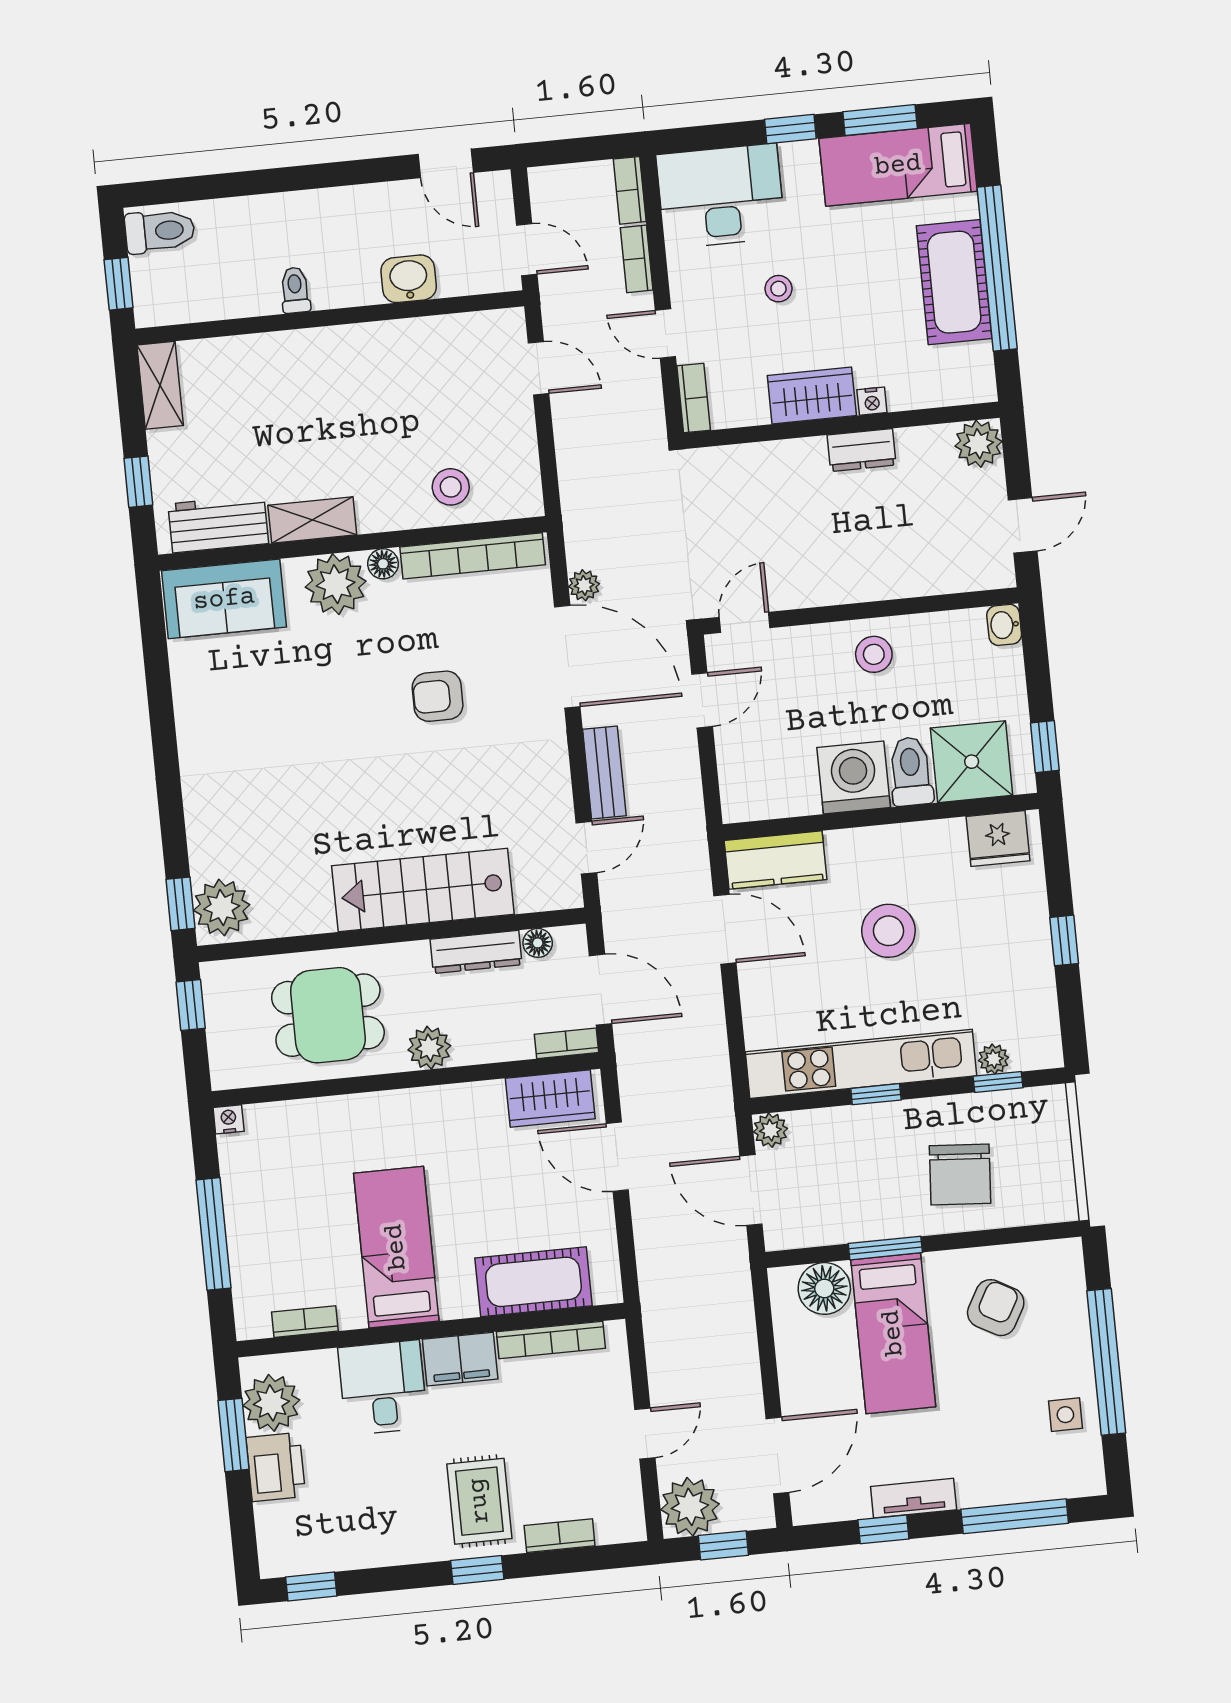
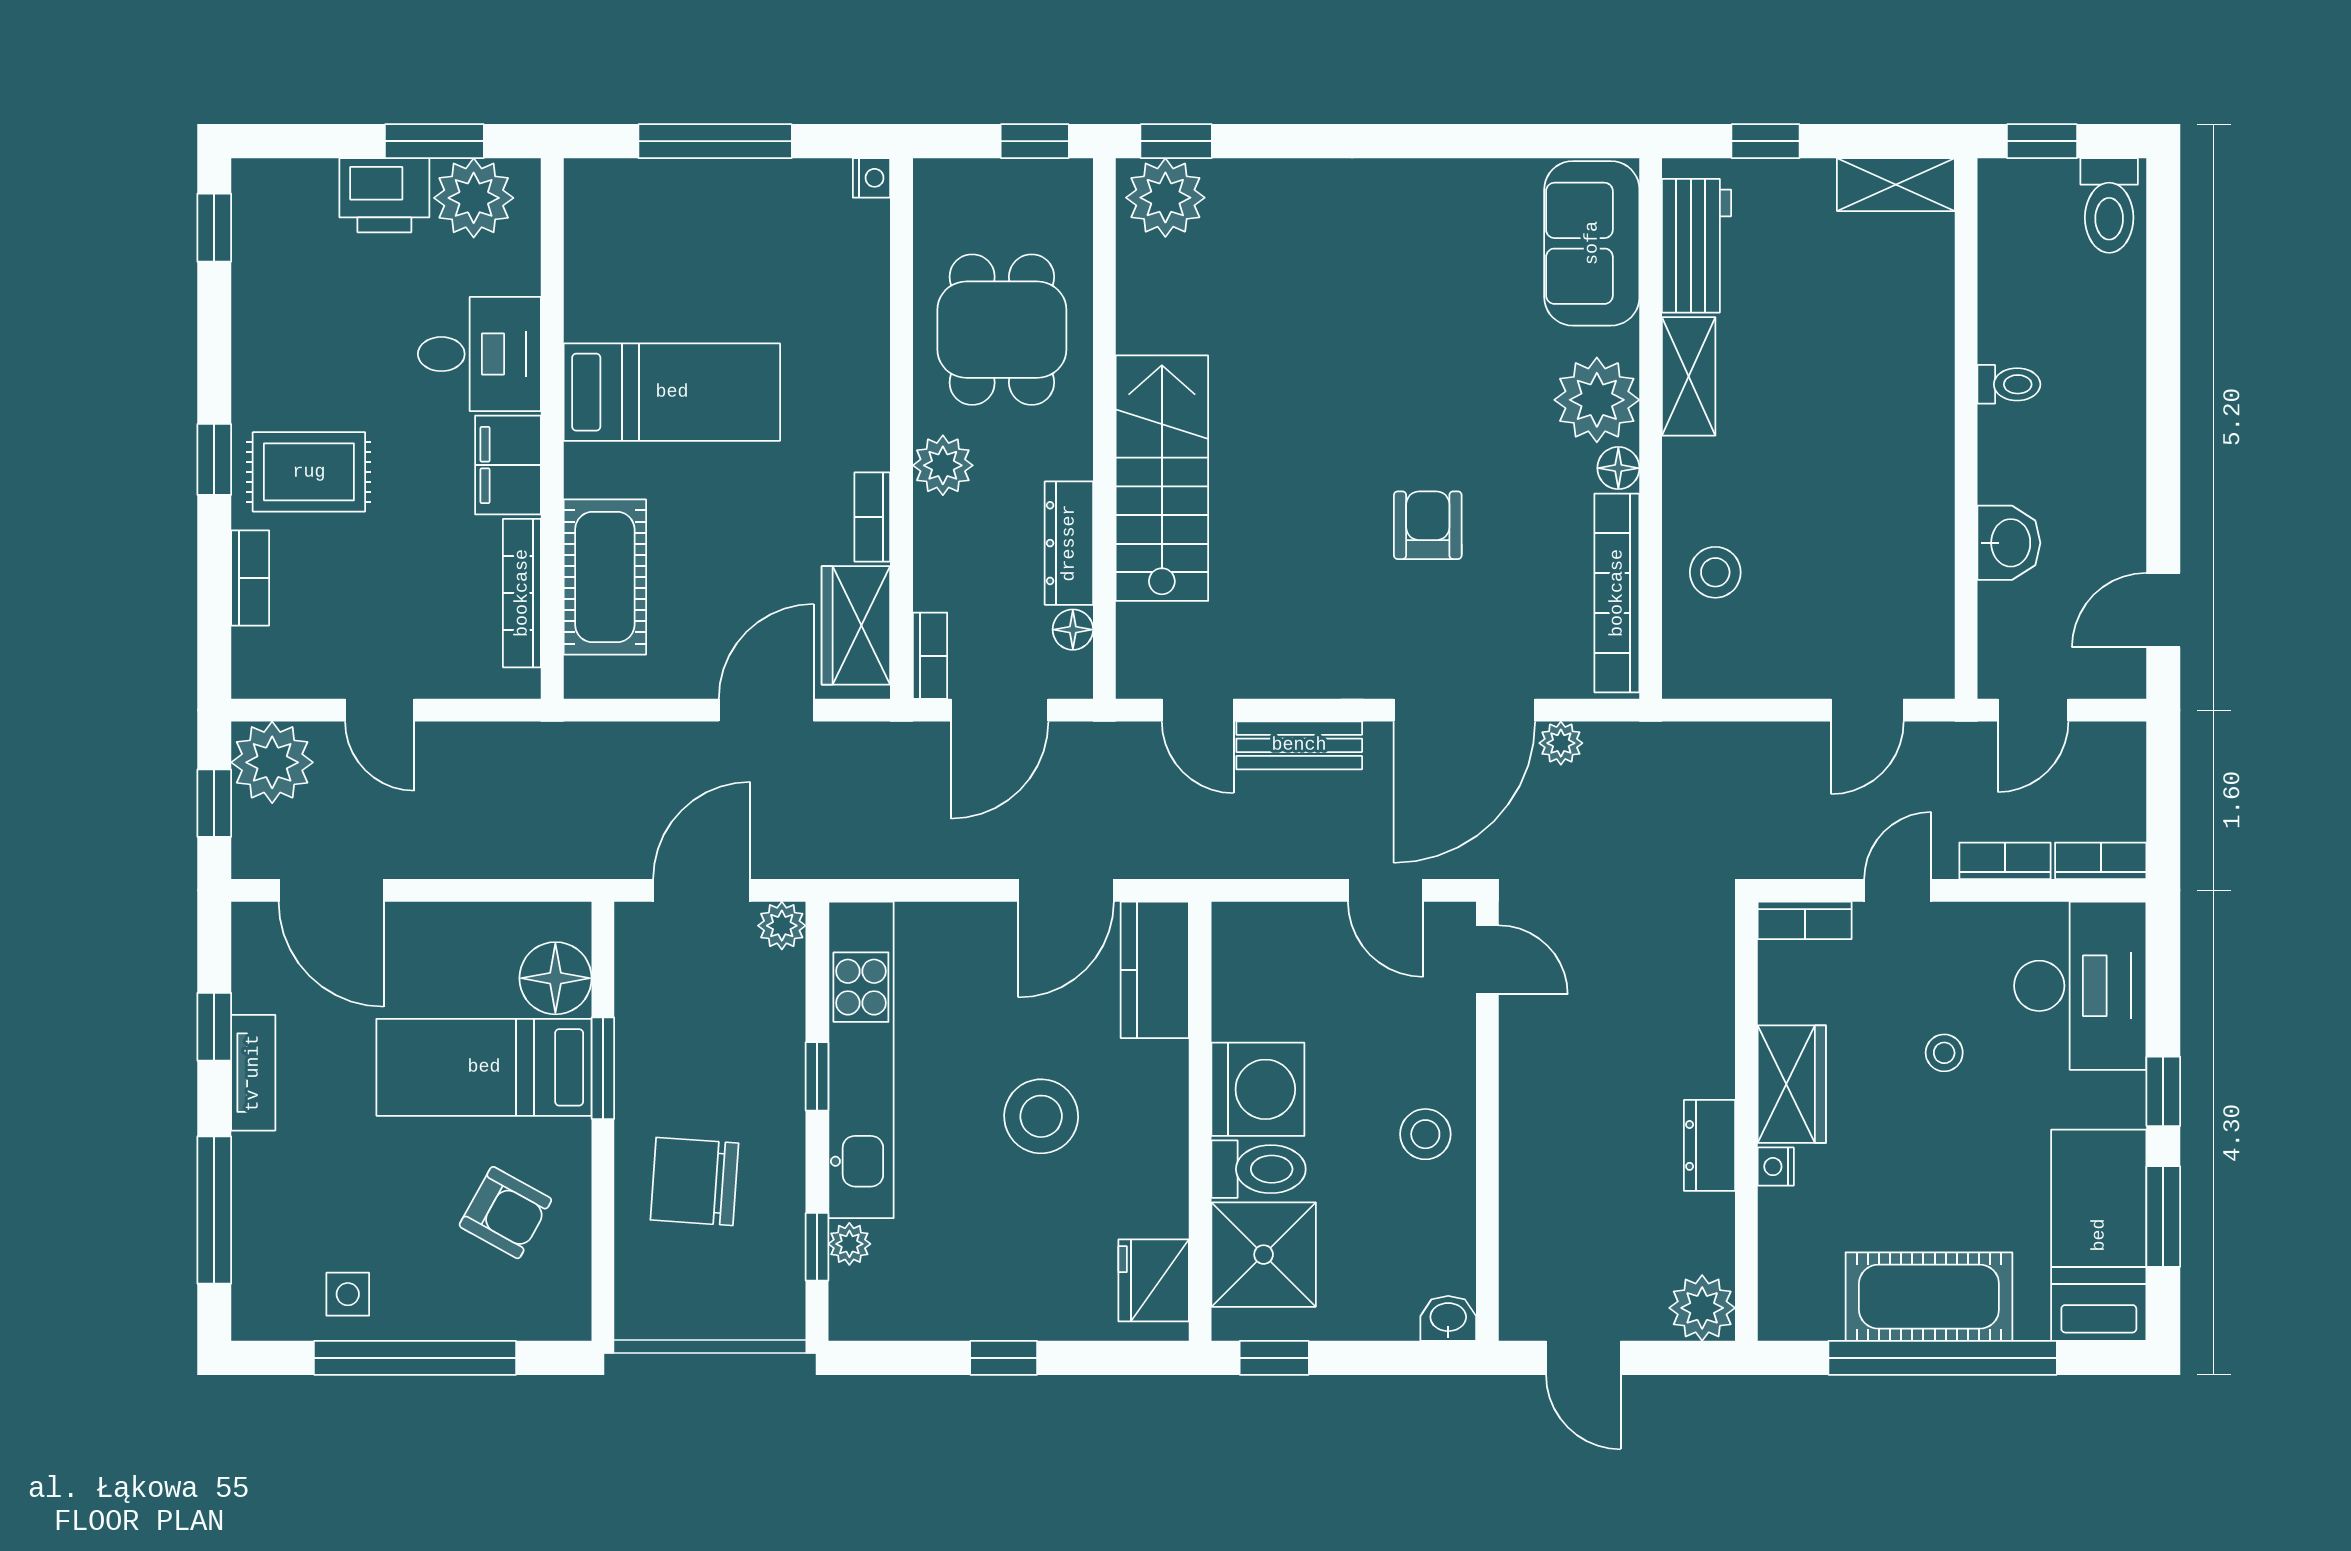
bookcase: (305, 1322) -> (872, 517), moved, turned 180

